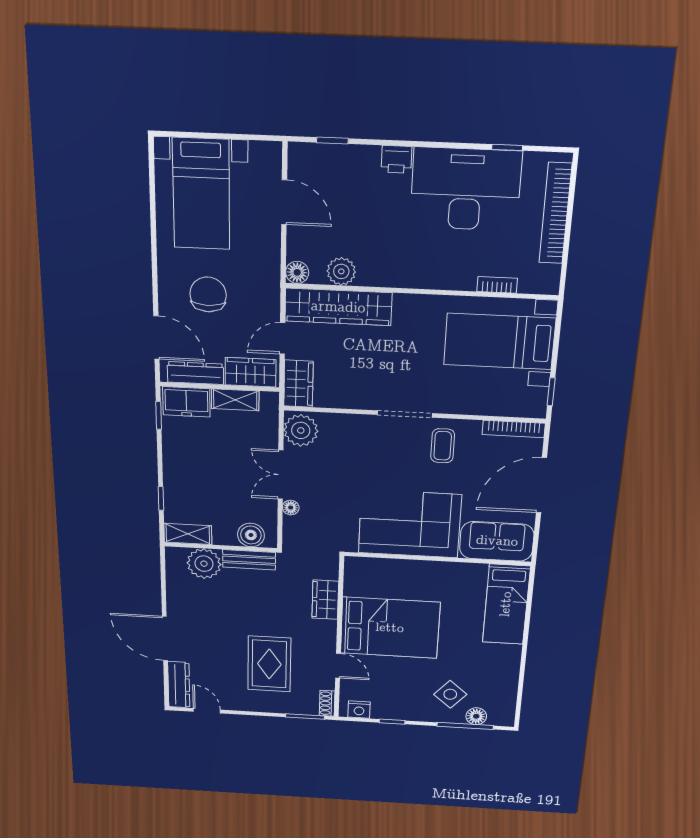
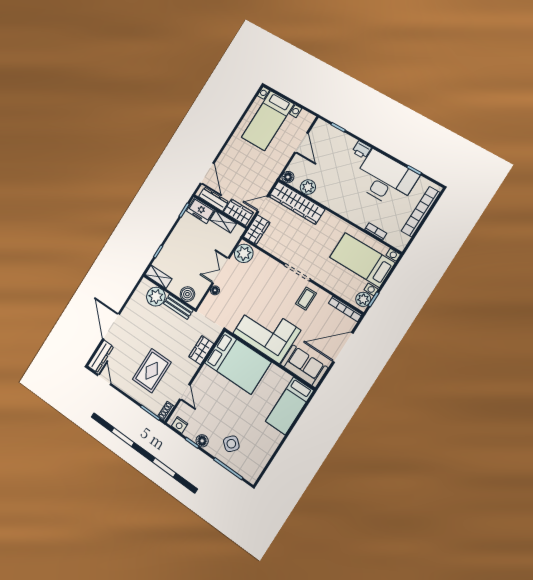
chair: (208, 294) -> (242, 166), removed
plant: (535, 400) -> (363, 299), added
bed: (390, 628) -> (238, 363), moved
floor lamp: (476, 716) -> (202, 441), moved

